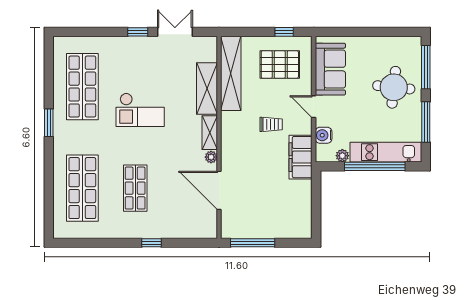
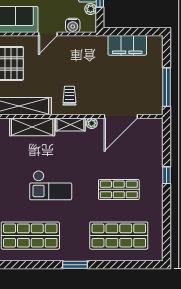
checkout: (140, 110) -> (51, 185), turned 90
window: (49, 123) -> (75, 265), moved
trolley: (271, 124) -> (69, 96), moved
filing cabinet: (301, 157) -> (127, 45), moved

